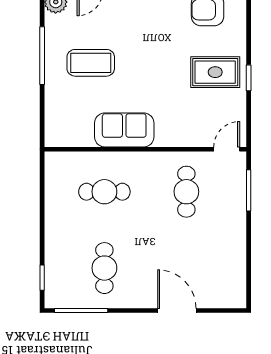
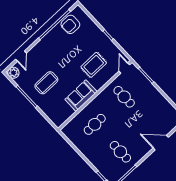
rug: (215, 72) -> (94, 65), moved

